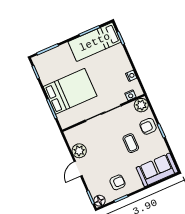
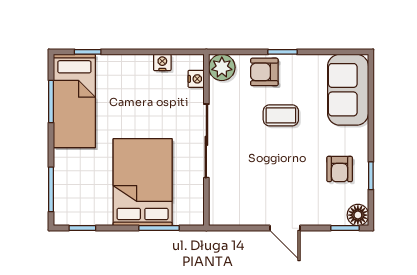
armchair: (148, 126) -> (264, 72), turned 90
plant: (79, 151) -> (254, 212), removed
armchair: (118, 182) -> (340, 169), turned 180

